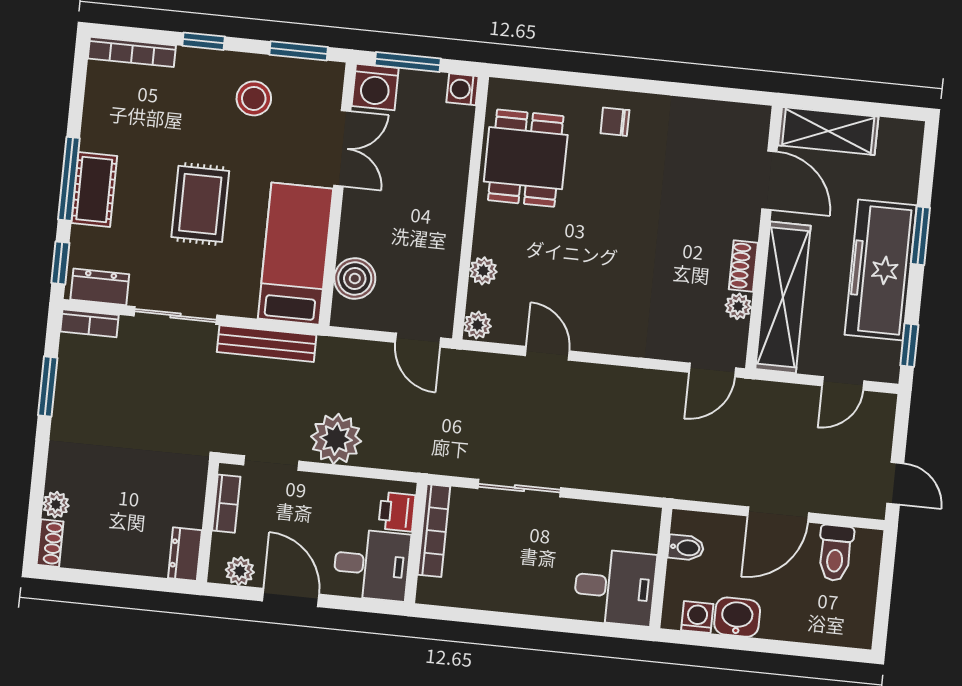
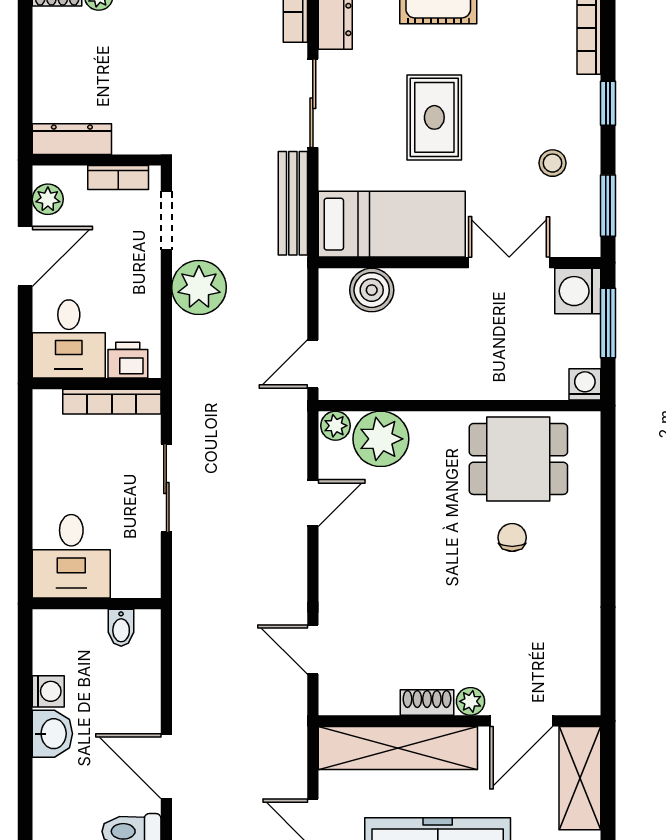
stool: (254, 98) -> (553, 163), width x0.73, depth x0.73
chair: (615, 122) -> (512, 537), moved
double door: (342, 148) -> (509, 263), swing flipped
rug: (200, 204) -> (434, 117), turned 90
plant: (483, 271) -> (381, 439), width x1.87, depth x1.87
plant: (738, 306) -> (470, 701), moved
door: (712, 370) -> (313, 650), moved
bidet: (686, 548) -> (121, 628), moved
dresser: (185, 554) -> (72, 139), width x1.44
wall: (661, 568) -> (97, 604), moved
desk: (615, 587) -> (71, 556), moved

